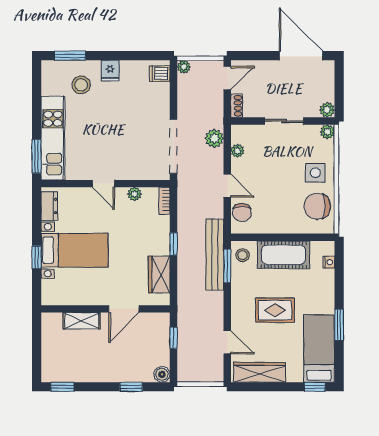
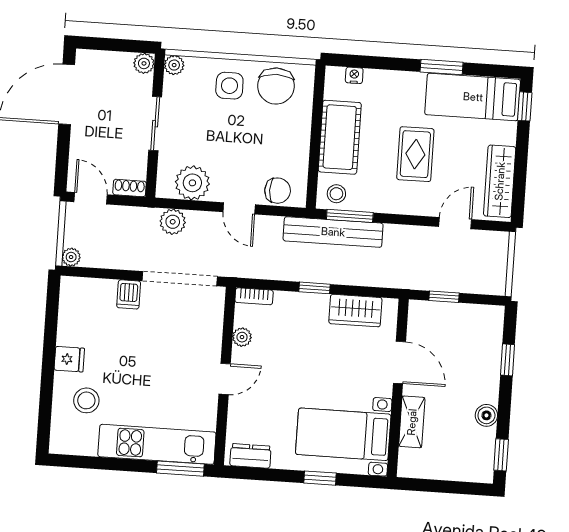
window: (70, 56) -> (45, 413), removed
dishwasher: (160, 74) -> (129, 294), moved
plant: (237, 151) -> (192, 183), width x1.88, depth x1.88
door: (227, 186) -> (239, 208), swing flipped
bed with nightstands: (74, 250) -> (343, 434), moved, turned -90
boiler: (162, 374) -> (486, 415), moved

